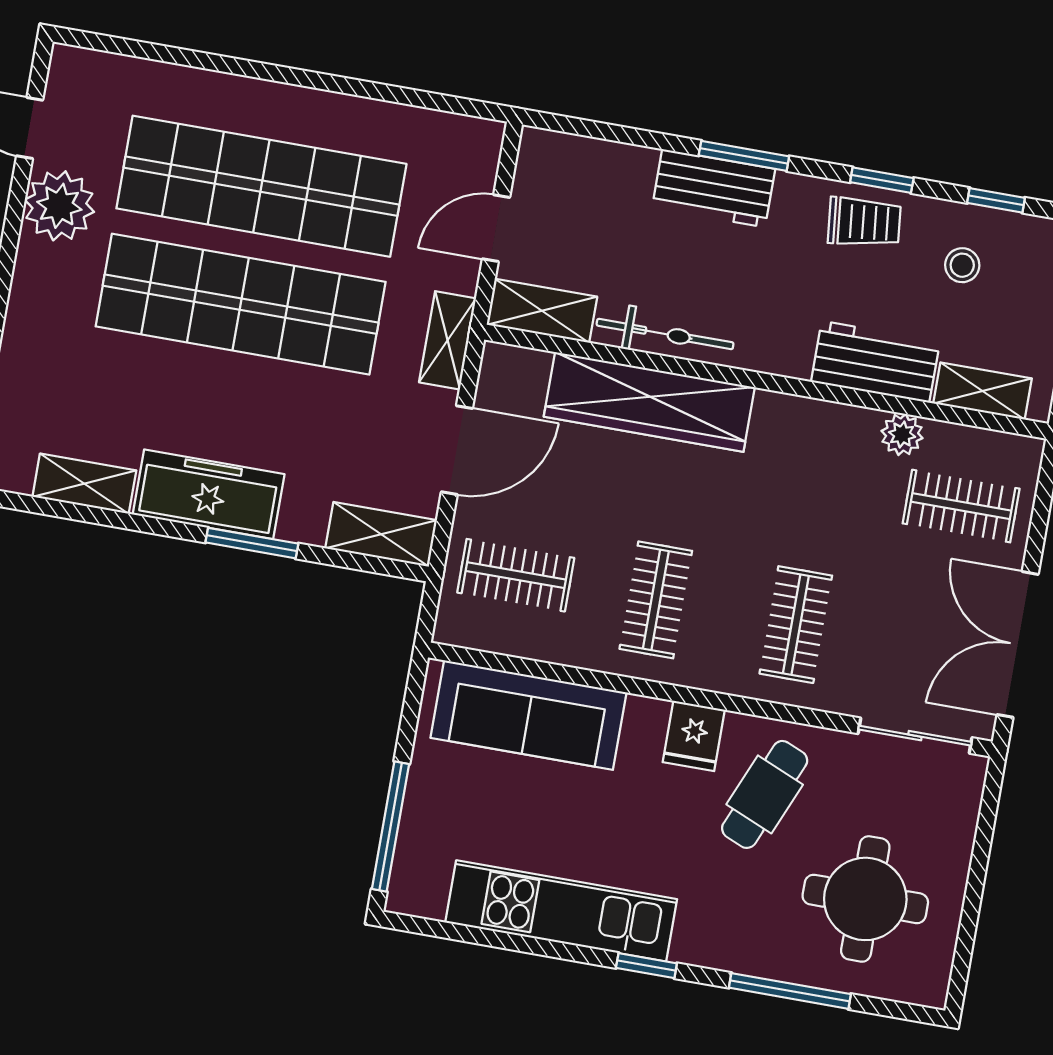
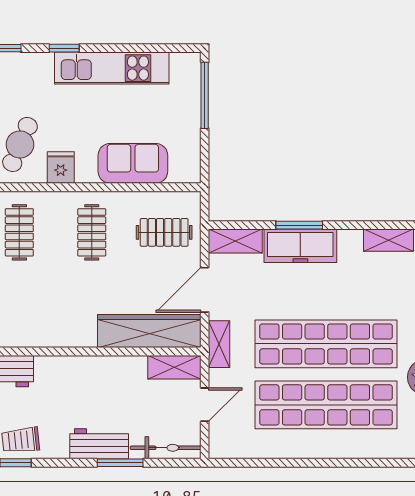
window: (744, 156) -> (120, 463), moved
bicycle: (665, 334) -> (166, 448), moved, turned 180
wardrobe: (649, 402) -> (149, 331), moved
freezer: (209, 494) -> (300, 246), moved
sofa: (528, 715) -> (133, 163), width x0.73

